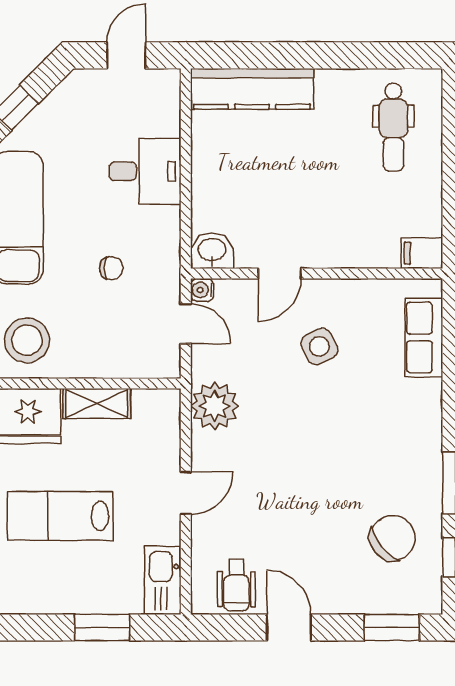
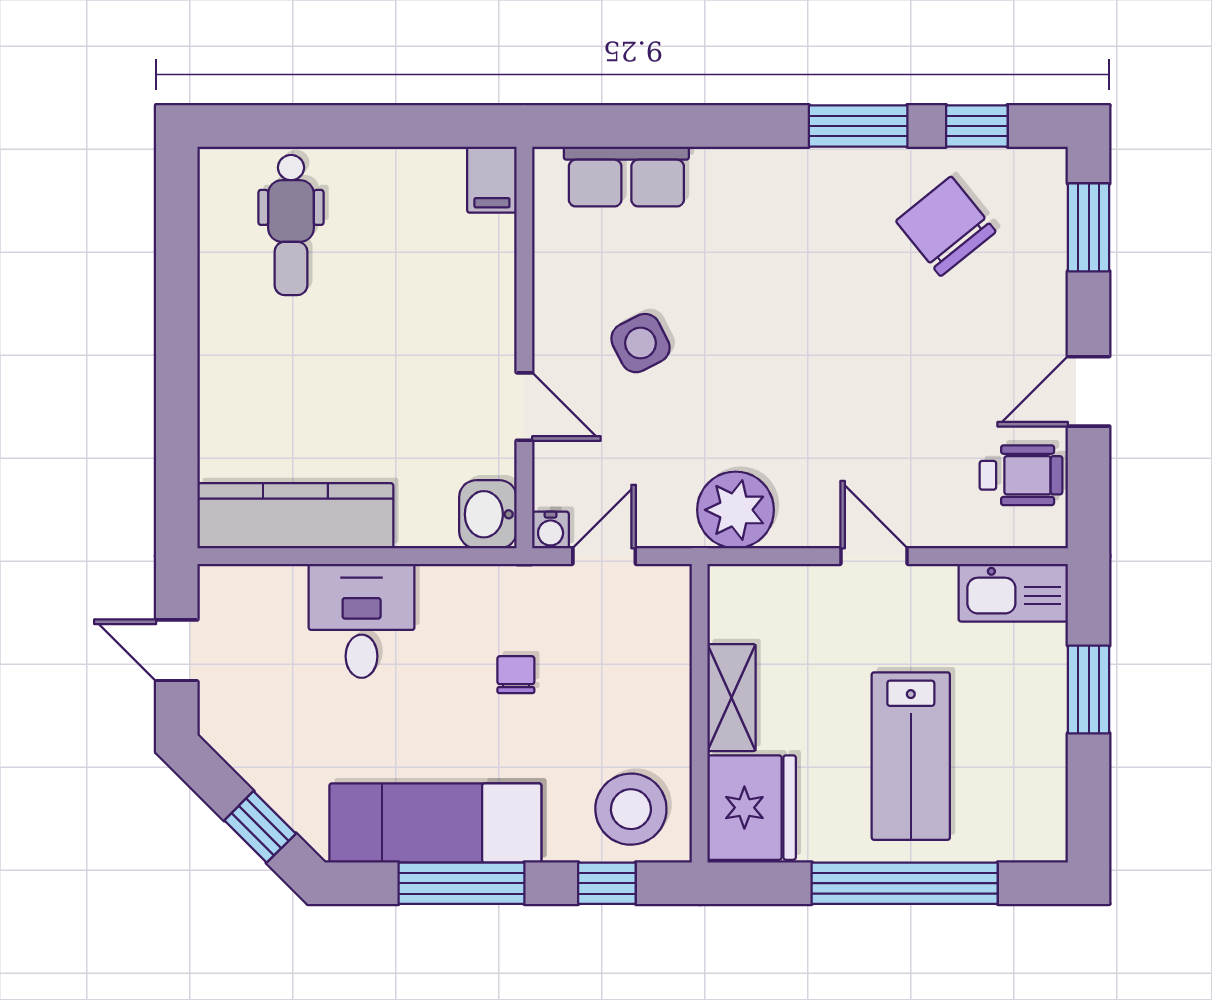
kitchen counter: (252, 89) -> (295, 516), moved, turned -90
dental chair: (393, 127) -> (291, 225), turned 90

